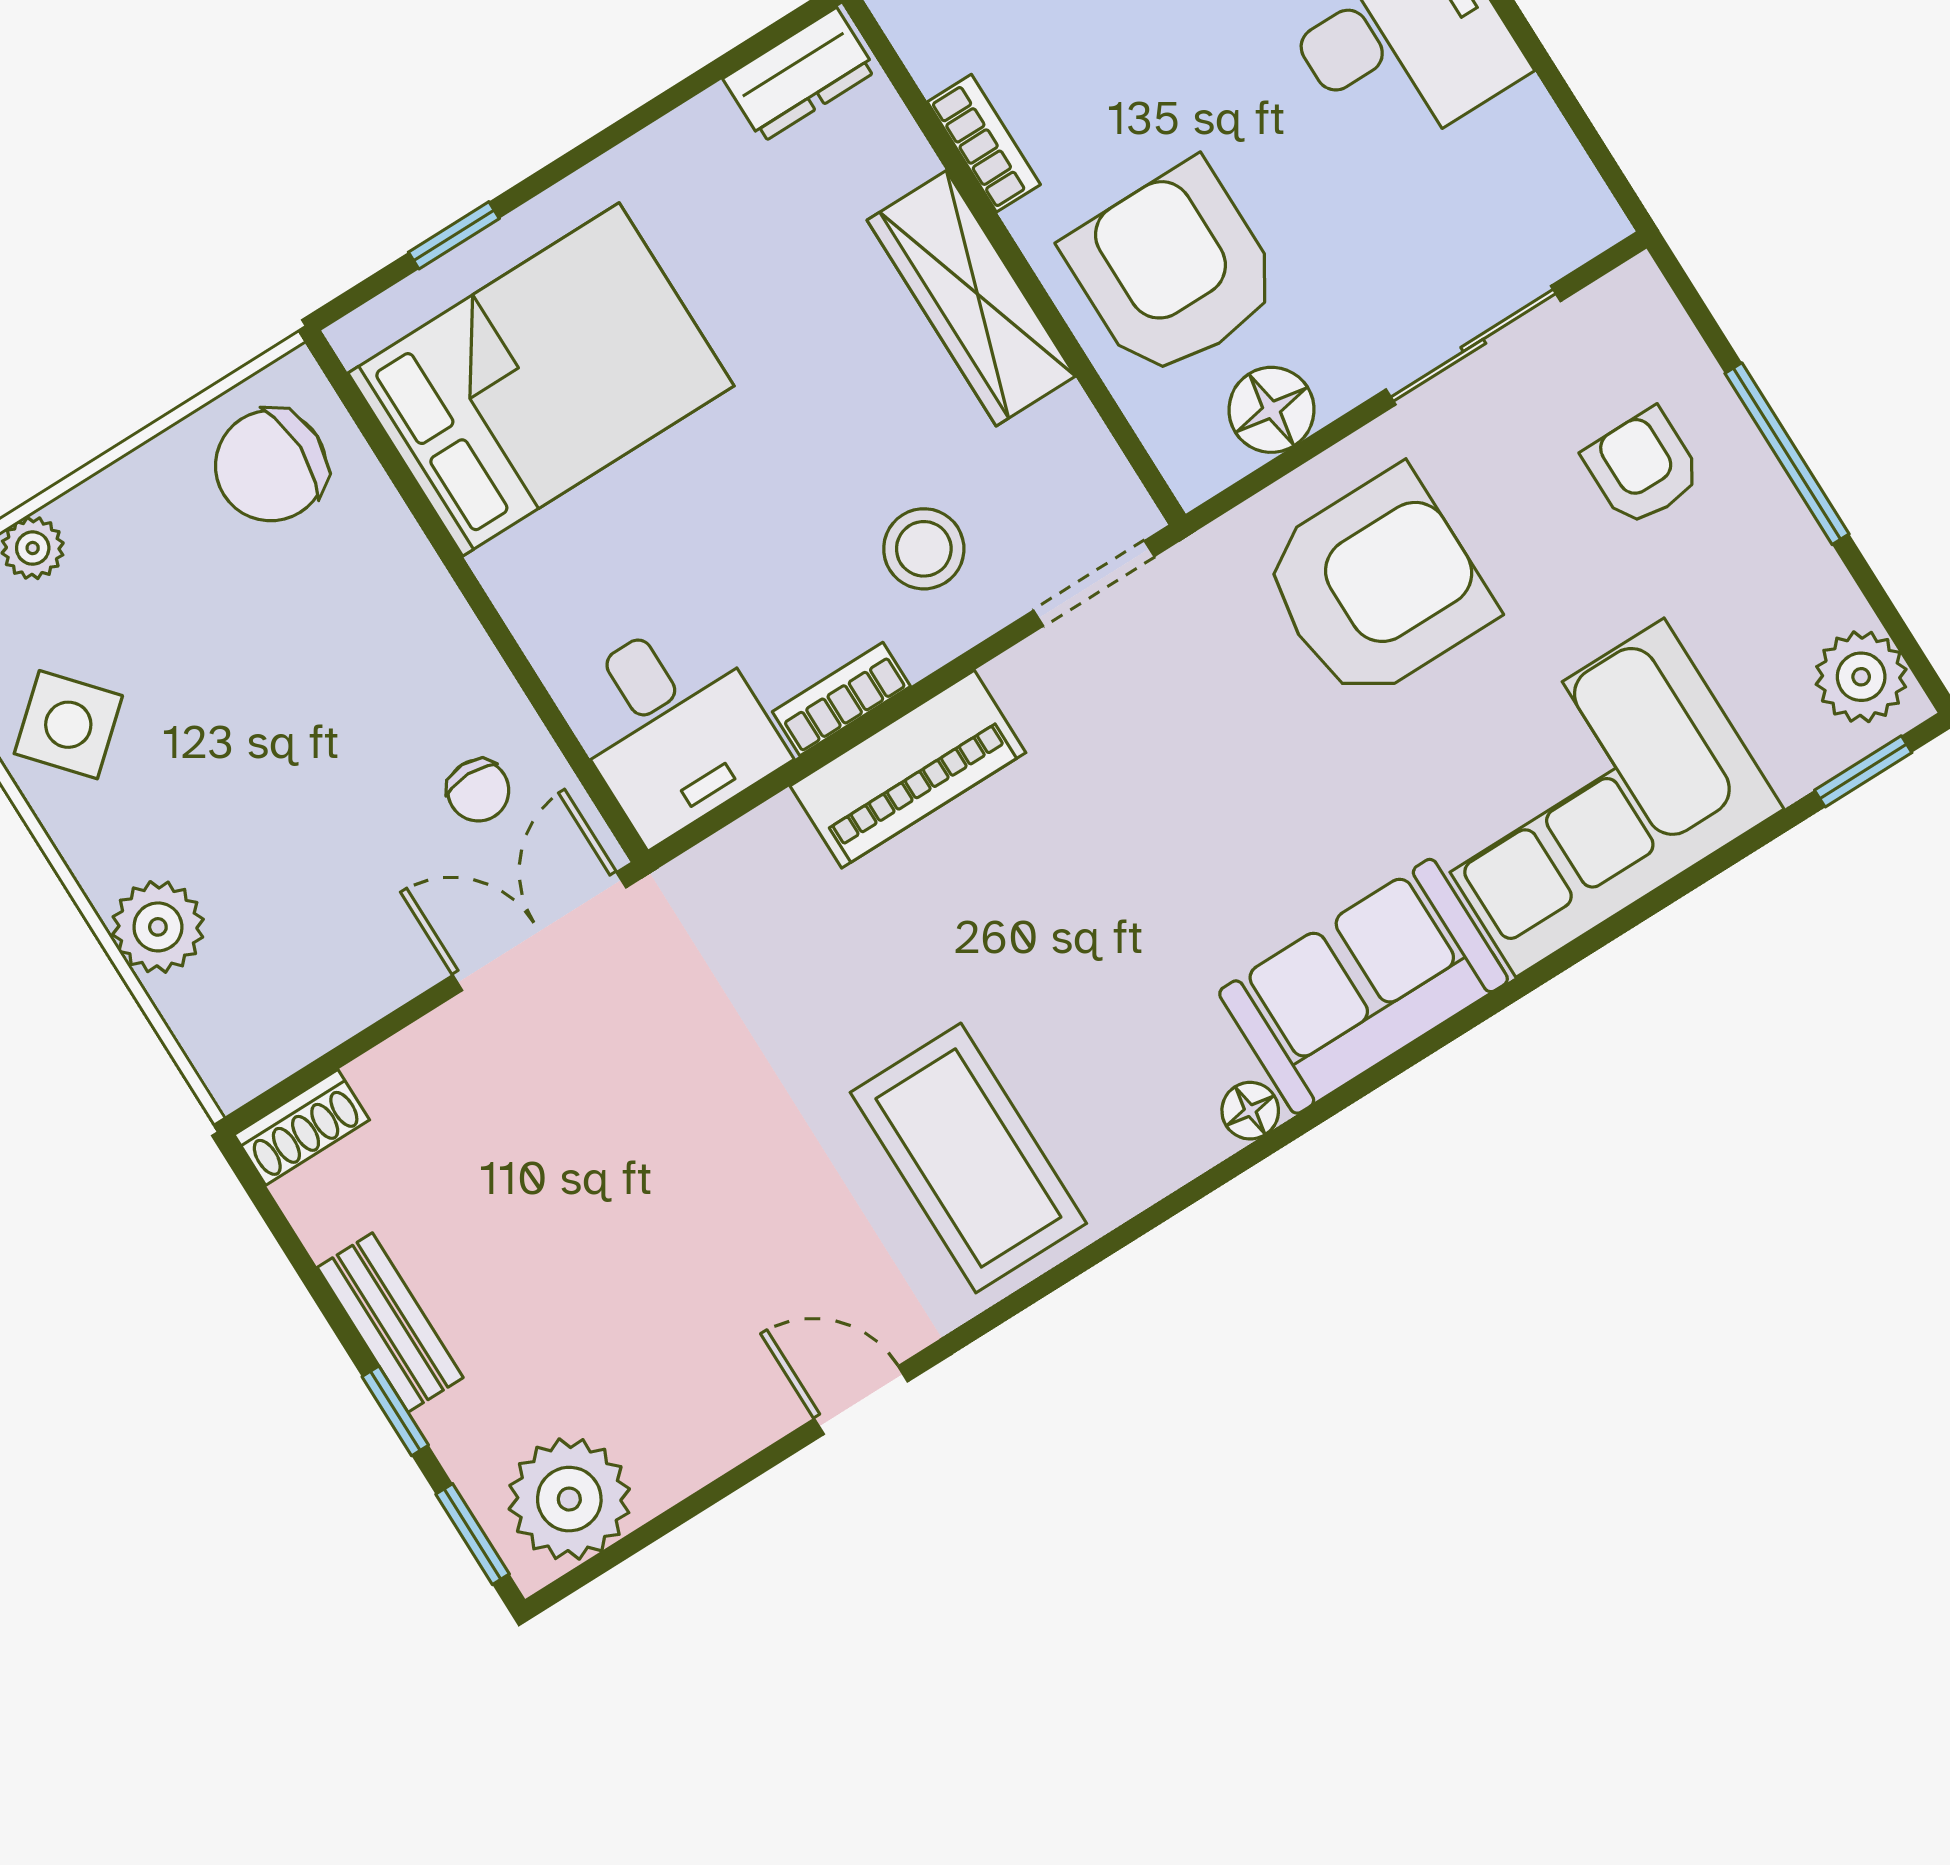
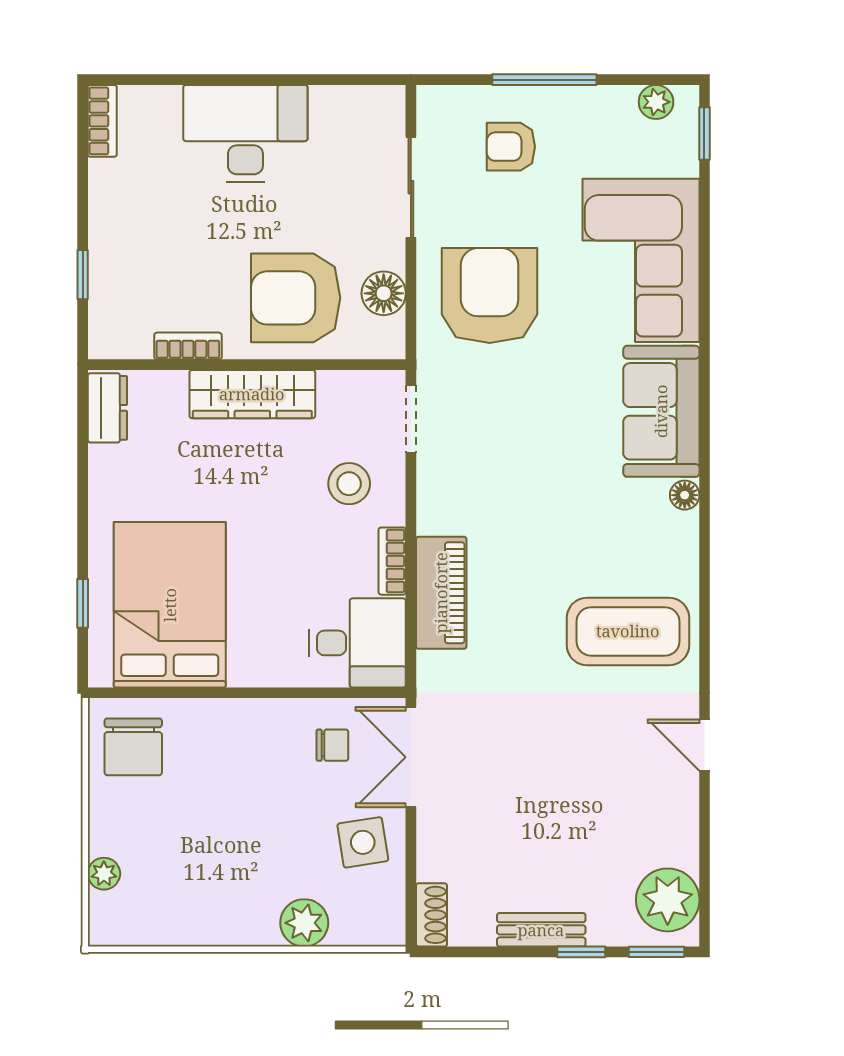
plant: (1861, 677) -> (656, 102), width x0.73, depth x0.73
side table: (68, 725) -> (363, 842), moved, turned 32
piano: (908, 769) -> (441, 593), moved
door: (861, 1400) -> (704, 745), hinge flipped

